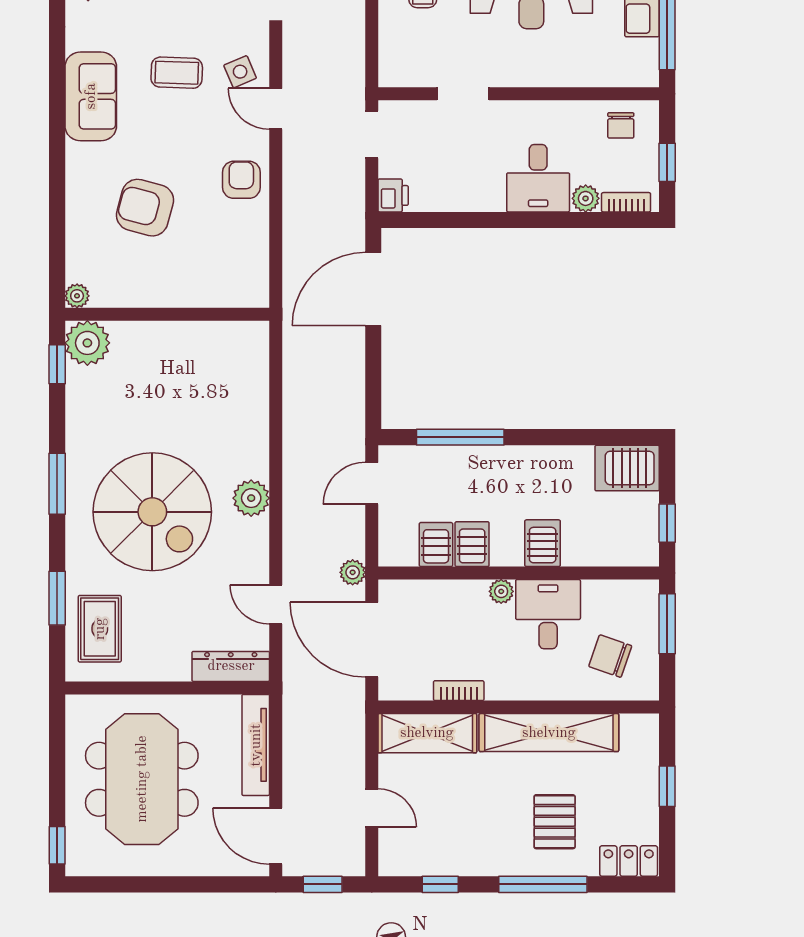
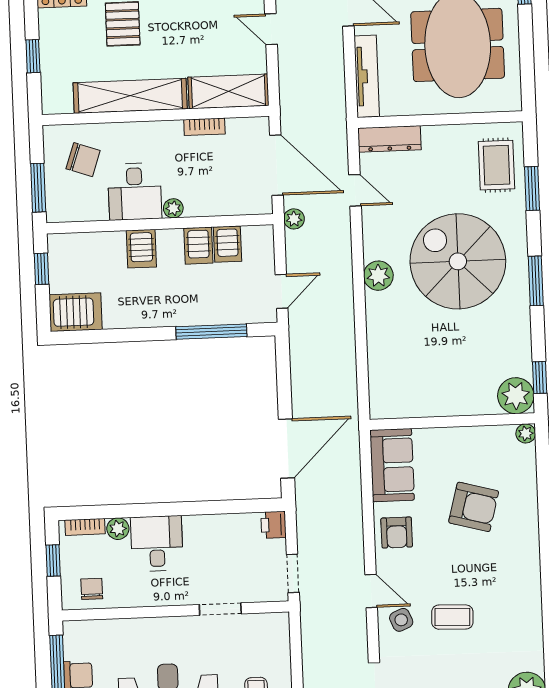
sofa: (91, 96) -> (392, 465), moved, turned 180

